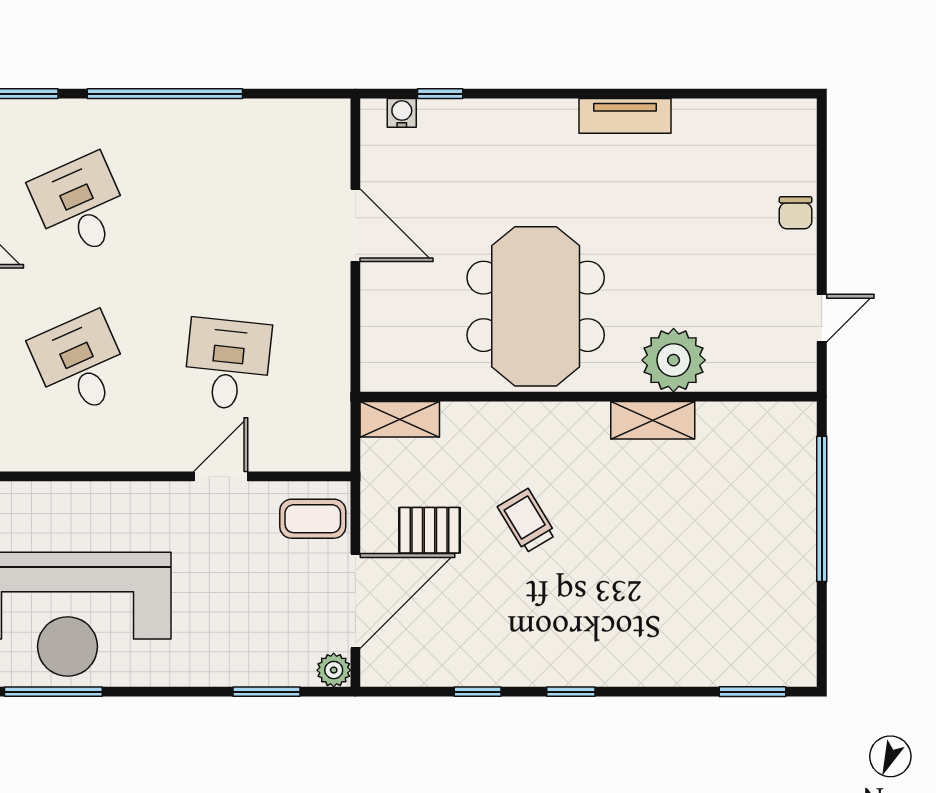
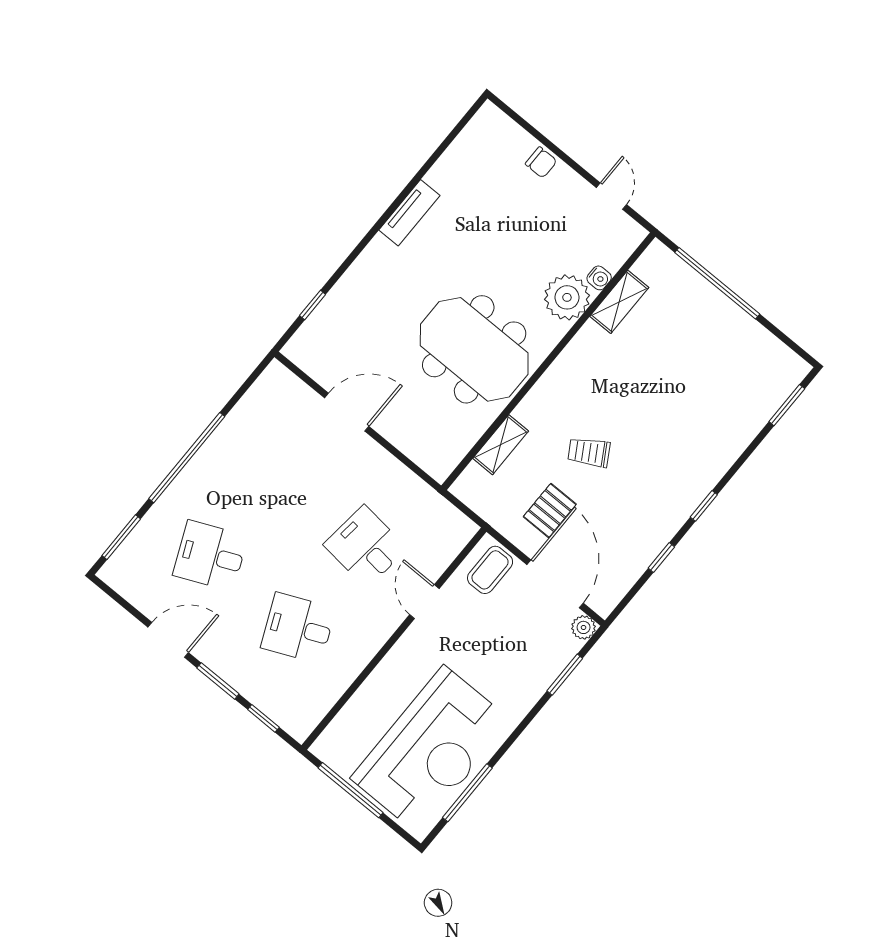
water cooler: (402, 113) -> (599, 278), moved, turned 180
shelving: (400, 419) -> (501, 445), moved
shelving: (653, 420) -> (619, 302), moved

